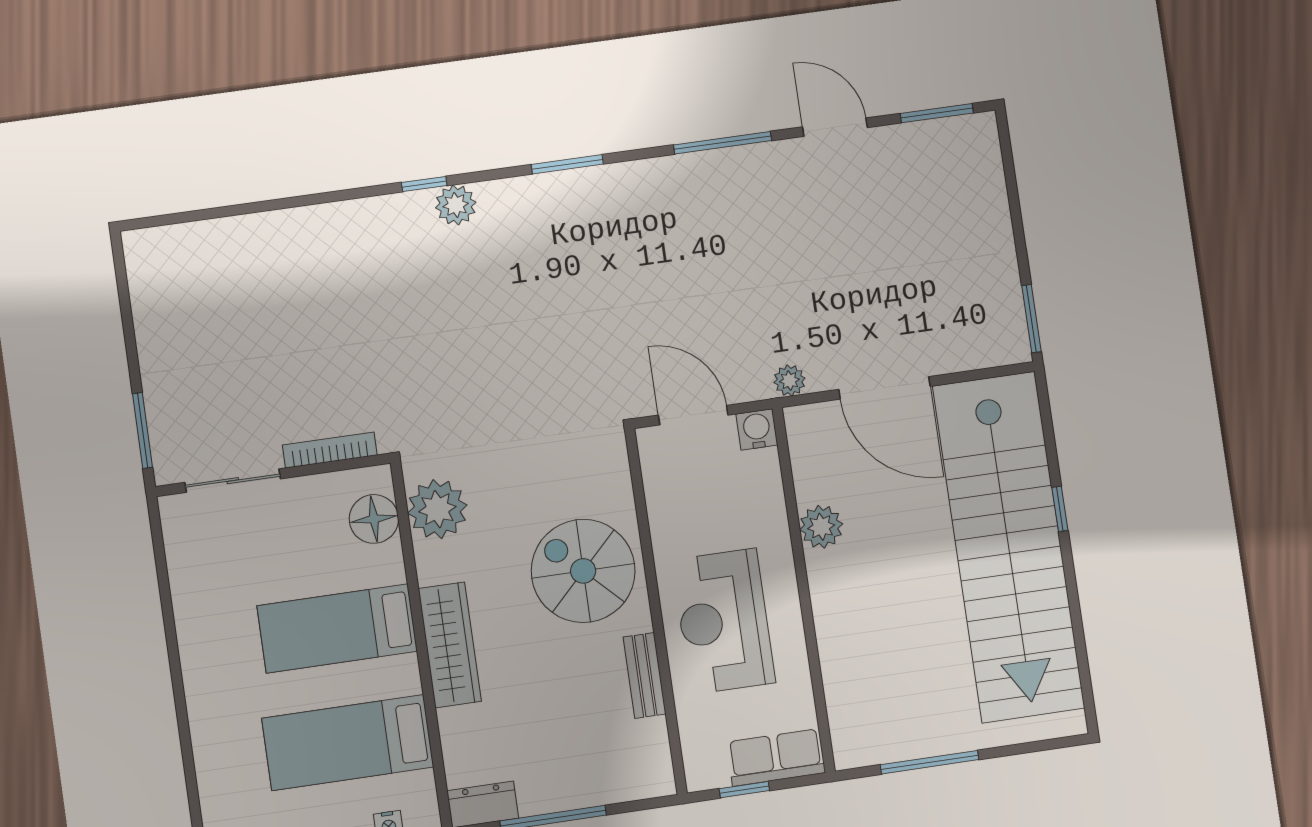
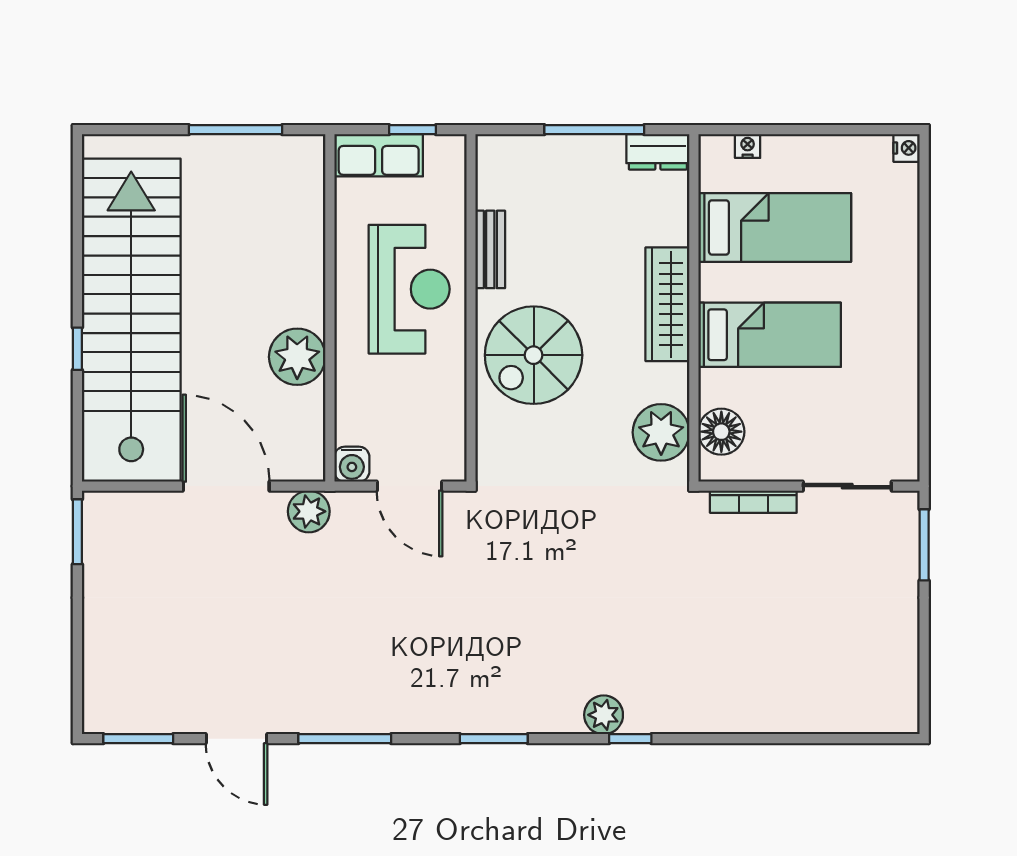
plant: (789, 380) -> (309, 511), width x1.38, depth x1.38
plant: (821, 527) -> (297, 357), width x1.36, depth x1.36
spiral stairs: (583, 571) -> (534, 355), turned 90

